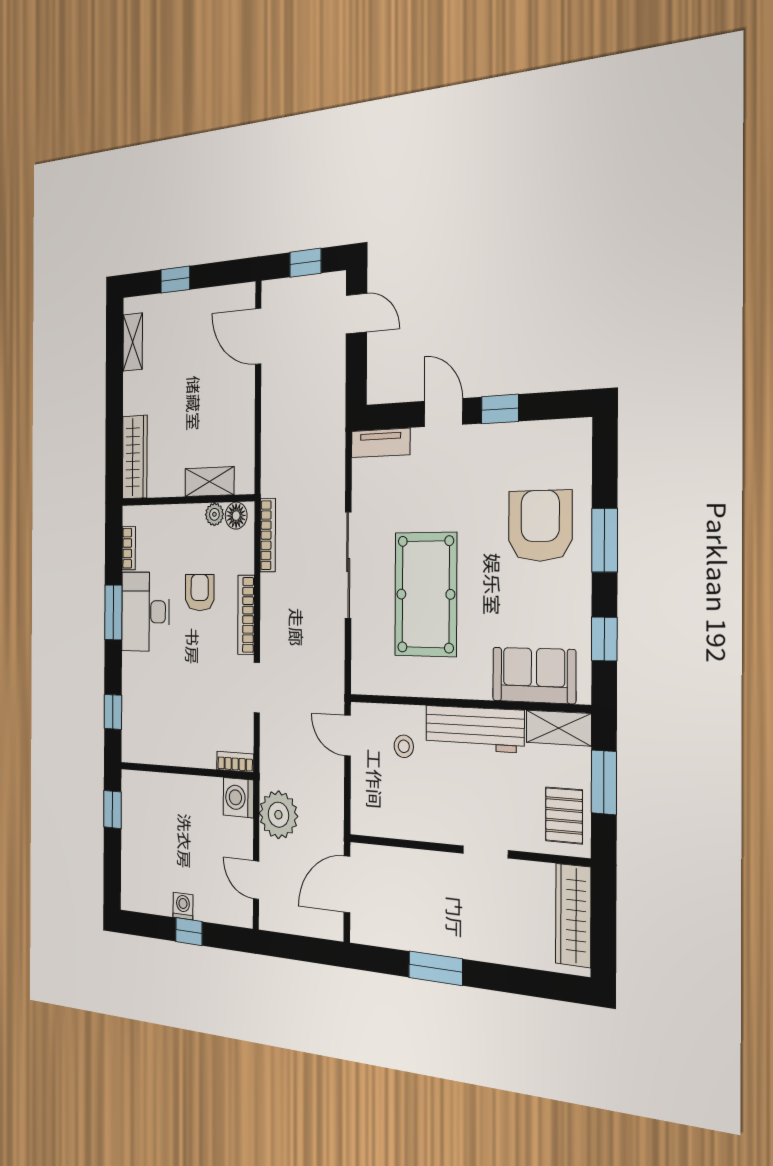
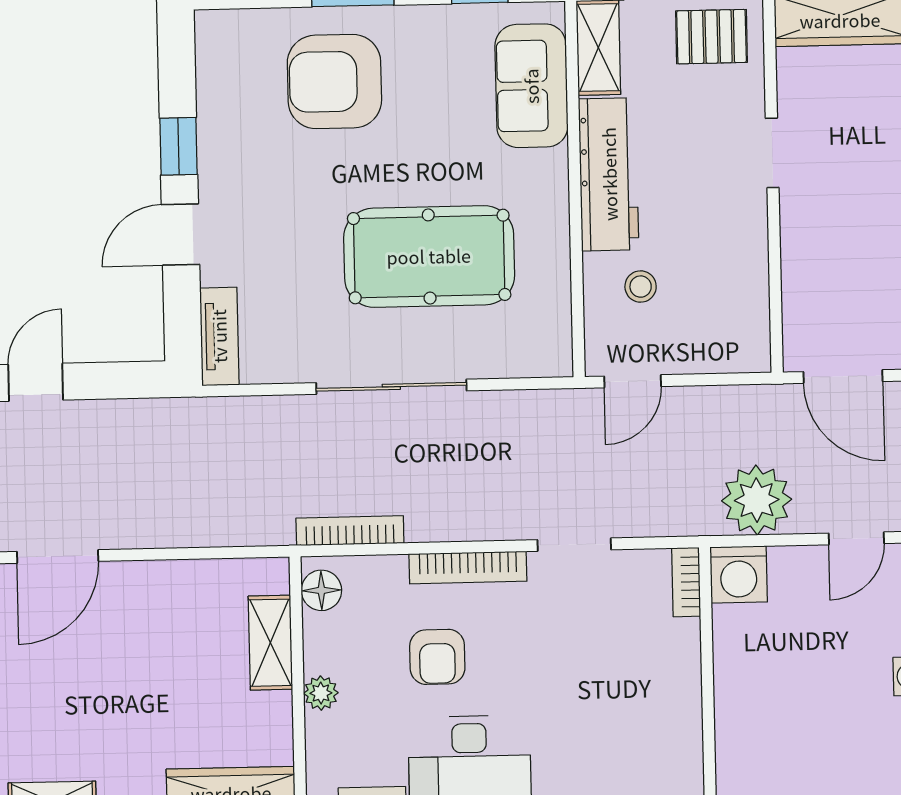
plant: (214, 514) -> (321, 693), moved
armchair: (200, 593) -> (437, 657), turned -90

